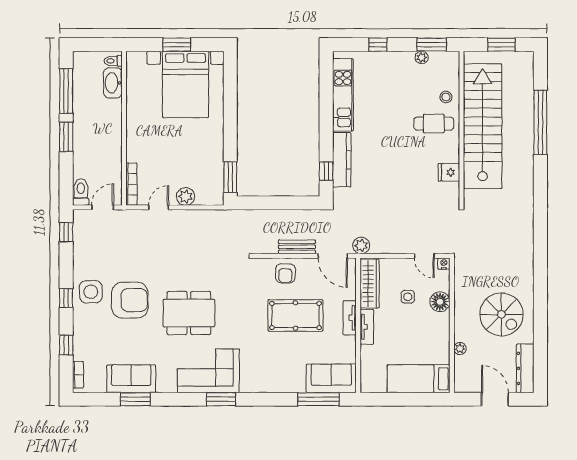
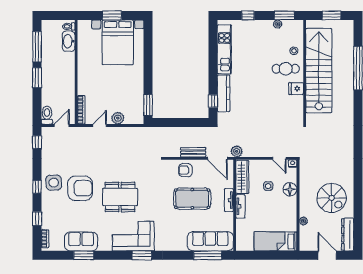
fridge: (449, 172) -> (296, 89), moved
armchair: (285, 273) -> (185, 170), turned 90
sofa: (331, 378) -> (210, 241), width x1.36

